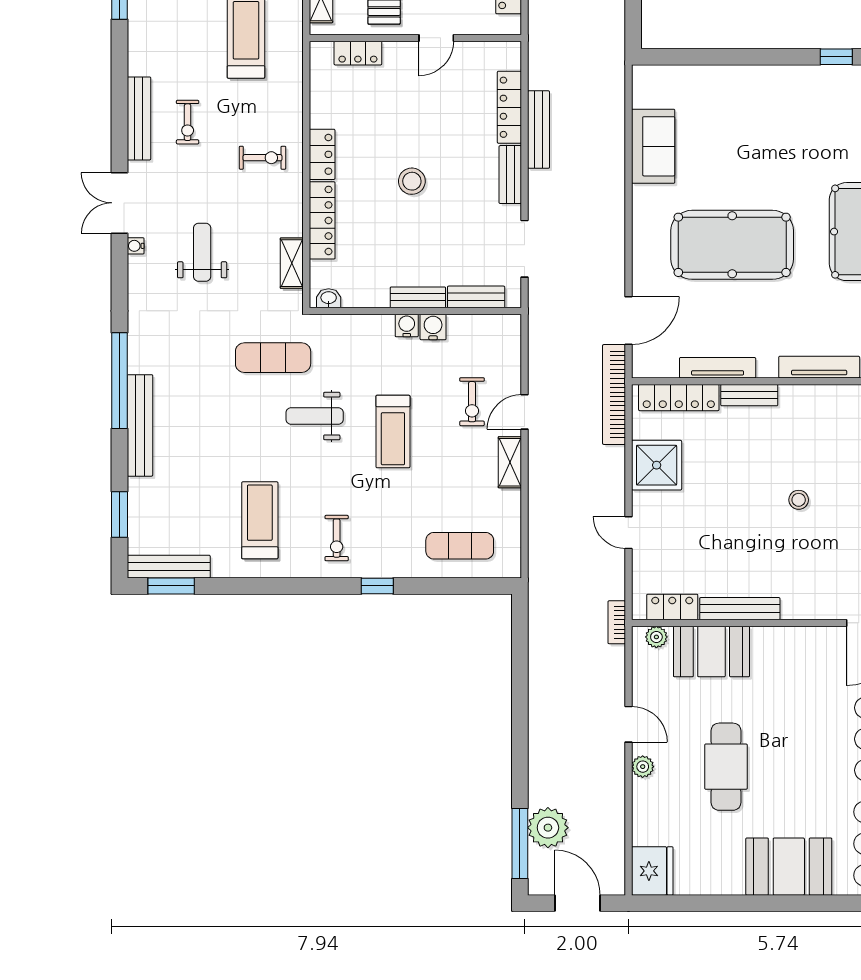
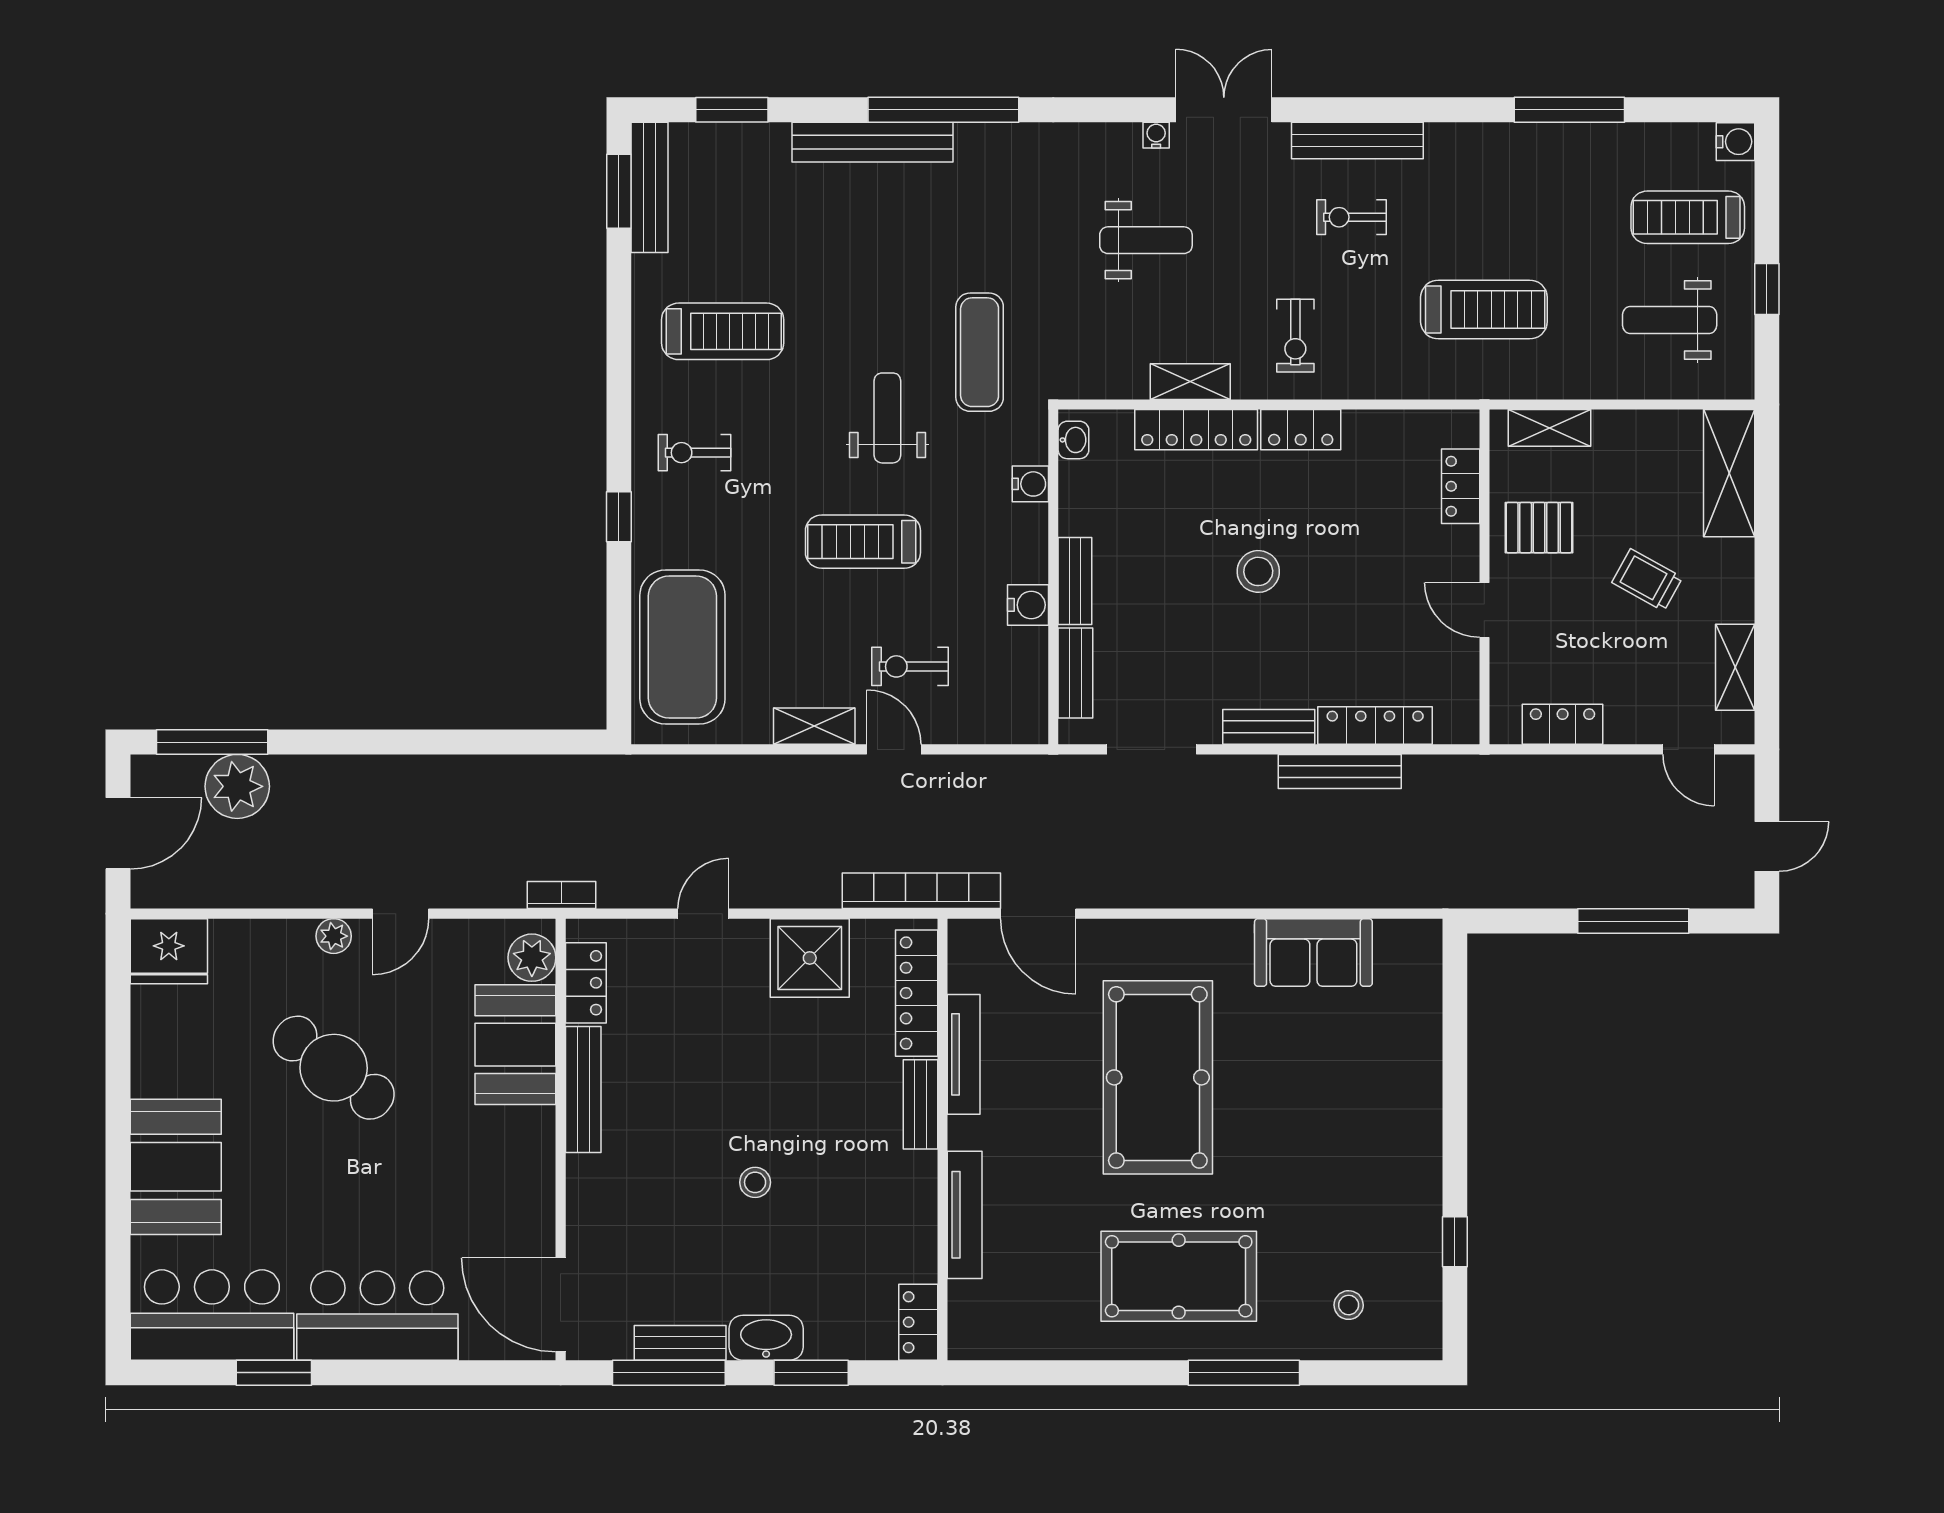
shelving: (292, 263) -> (1190, 382), moved
water cooler: (407, 325) -> (1030, 484), moved
exercise mat: (460, 546) -> (682, 647), width x2.00, depth x1.45
plant: (656, 637) -> (532, 958), width x1.38, depth x1.38
cafe table: (726, 767) -> (334, 1068), turned 37

